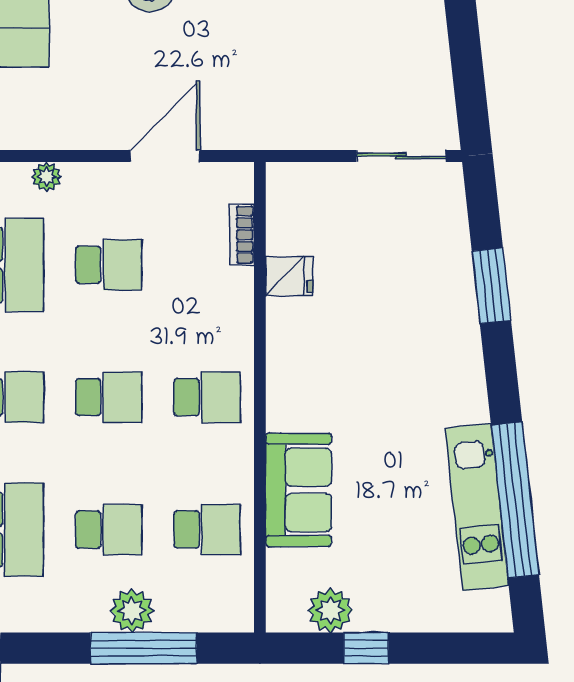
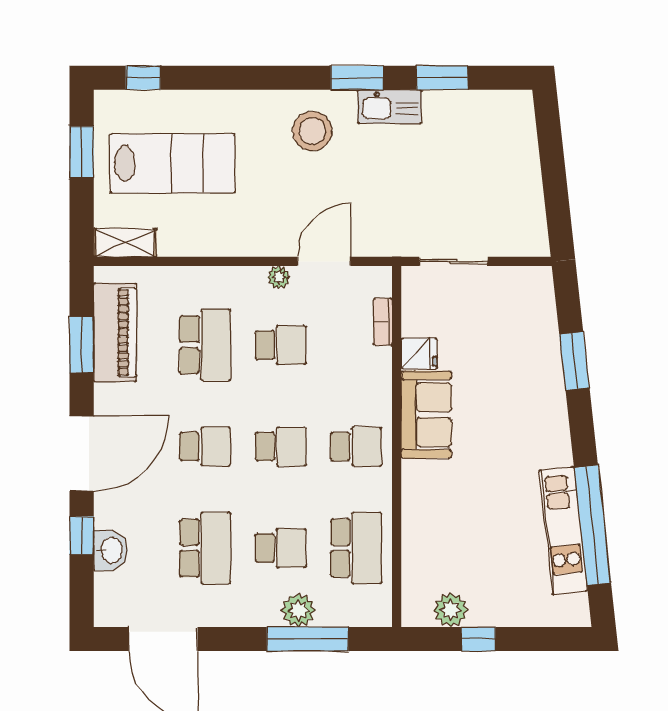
sliding door: (401, 156) -> (453, 261), moved
plant: (47, 177) -> (279, 277), moved
sofa: (299, 490) -> (426, 415), moved
school desk: (207, 530) -> (356, 548), width x1.85

